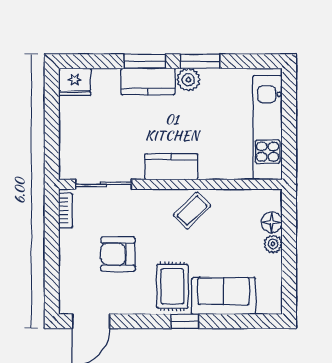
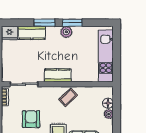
kitchen counter: (148, 82) -> (32, 33), moved
armchair: (118, 254) -> (31, 119), turned 90

